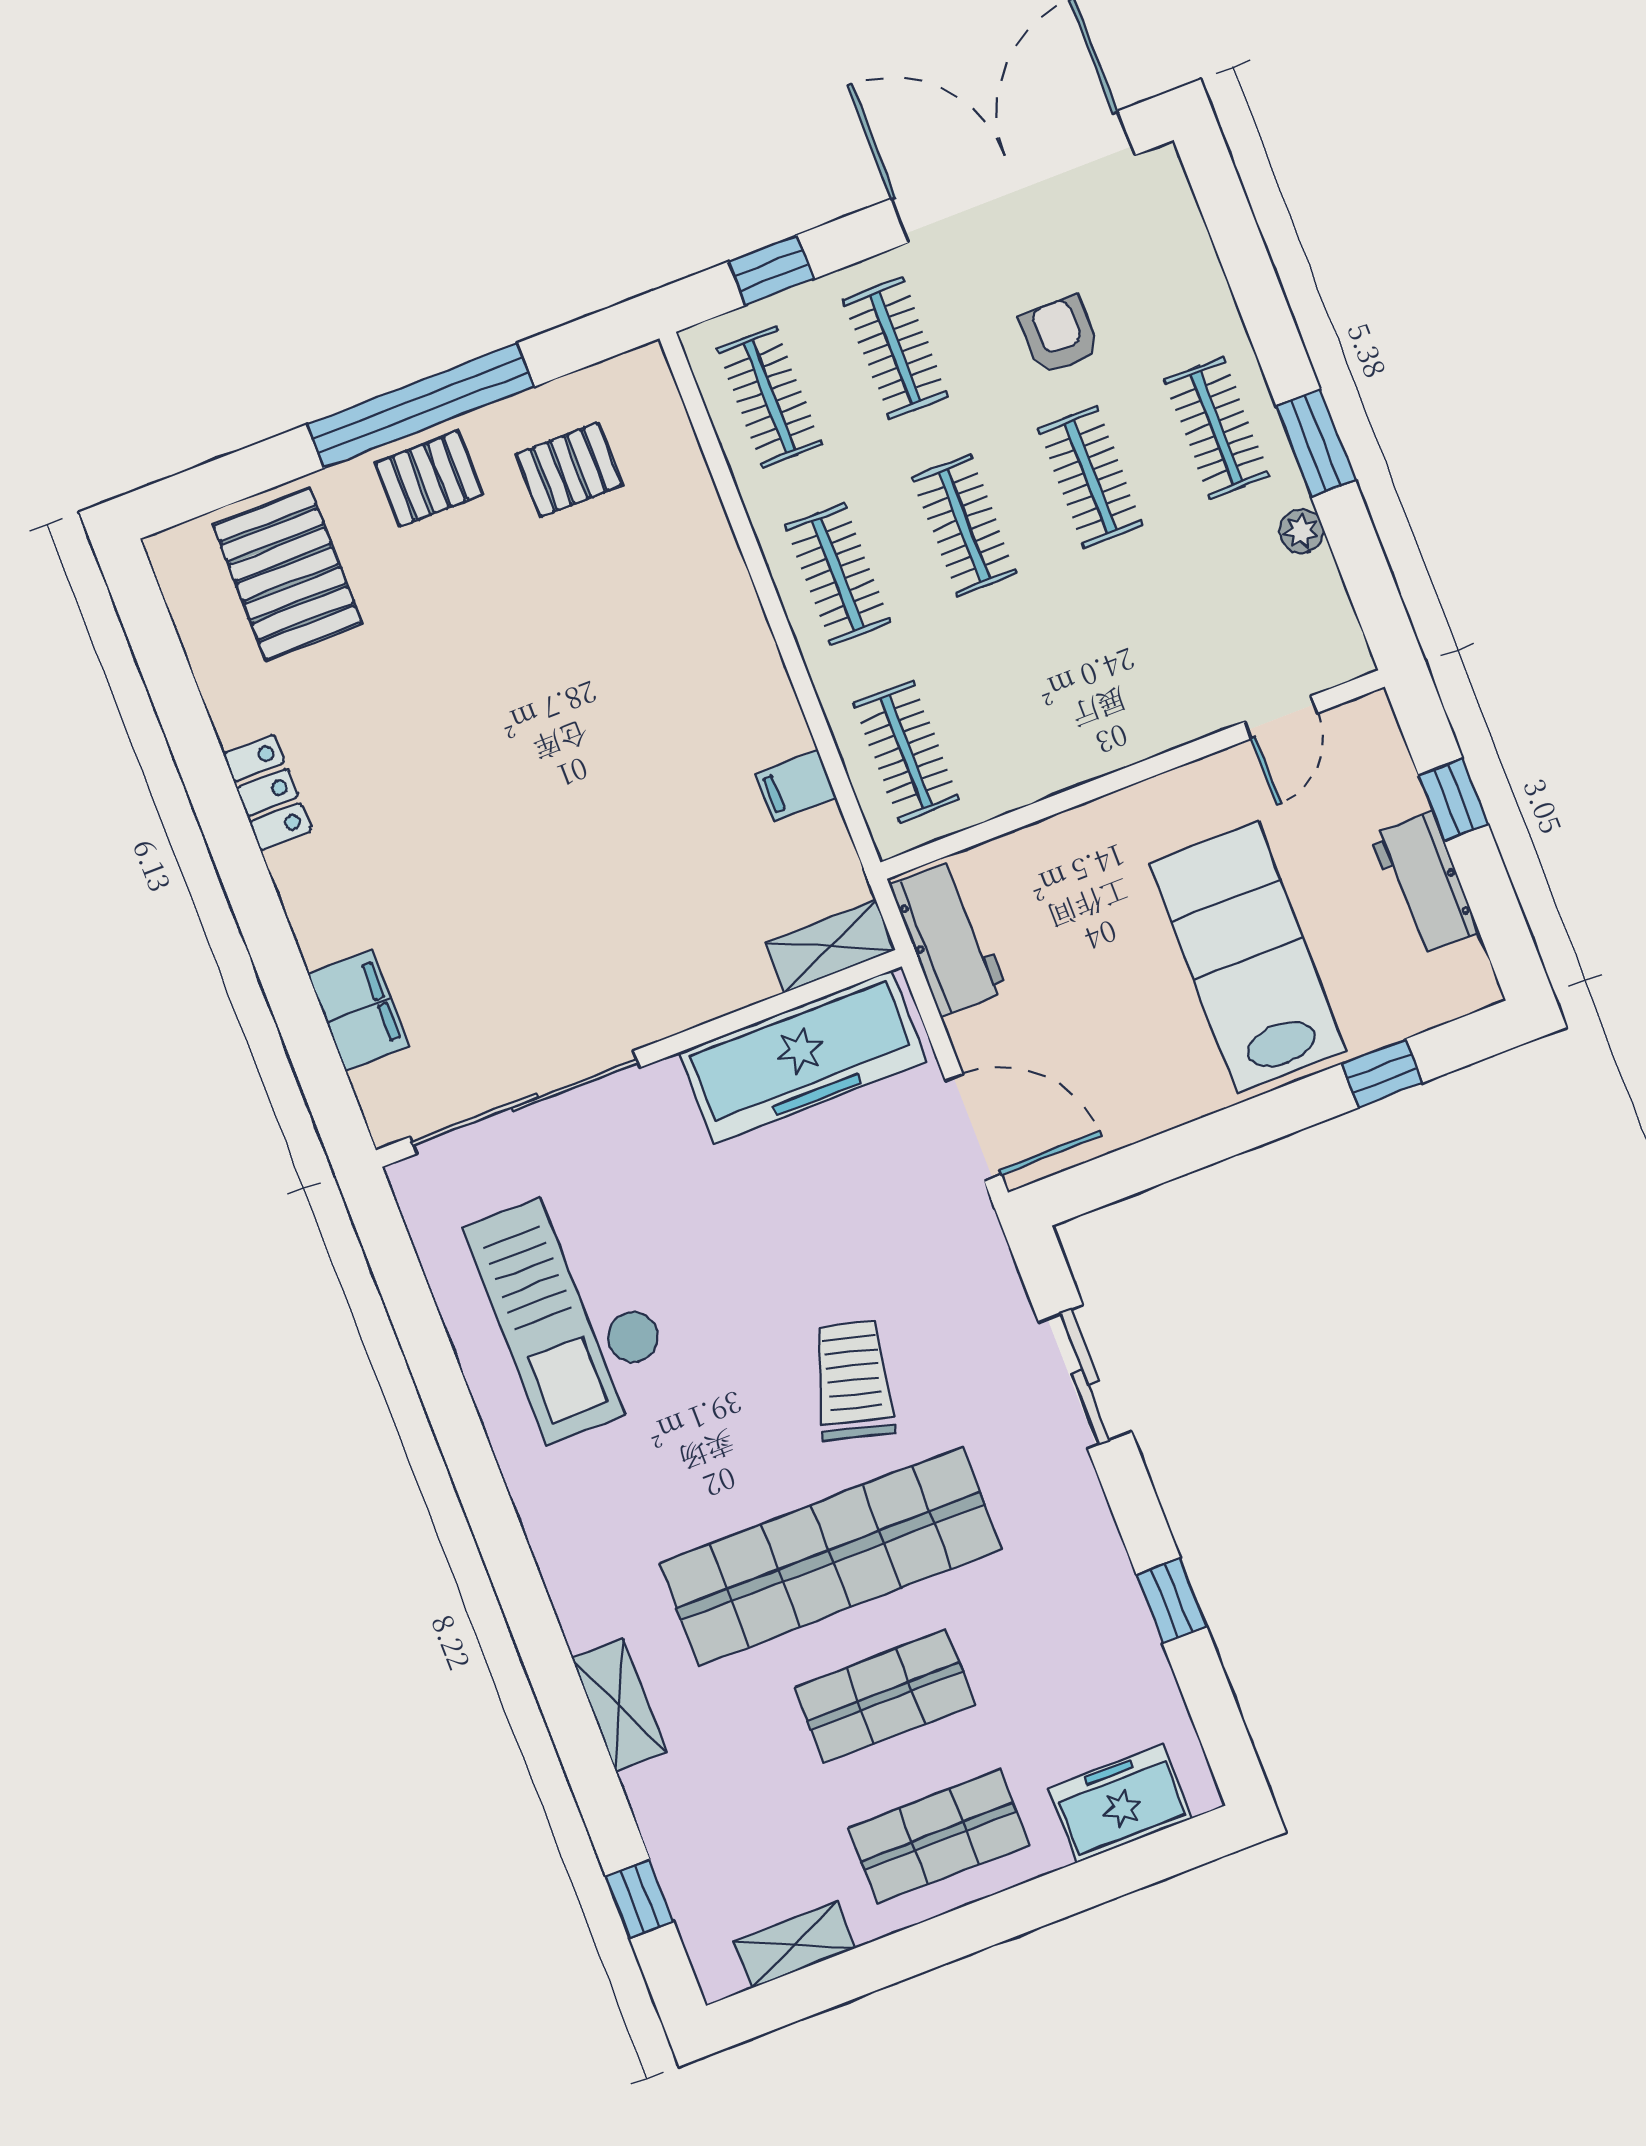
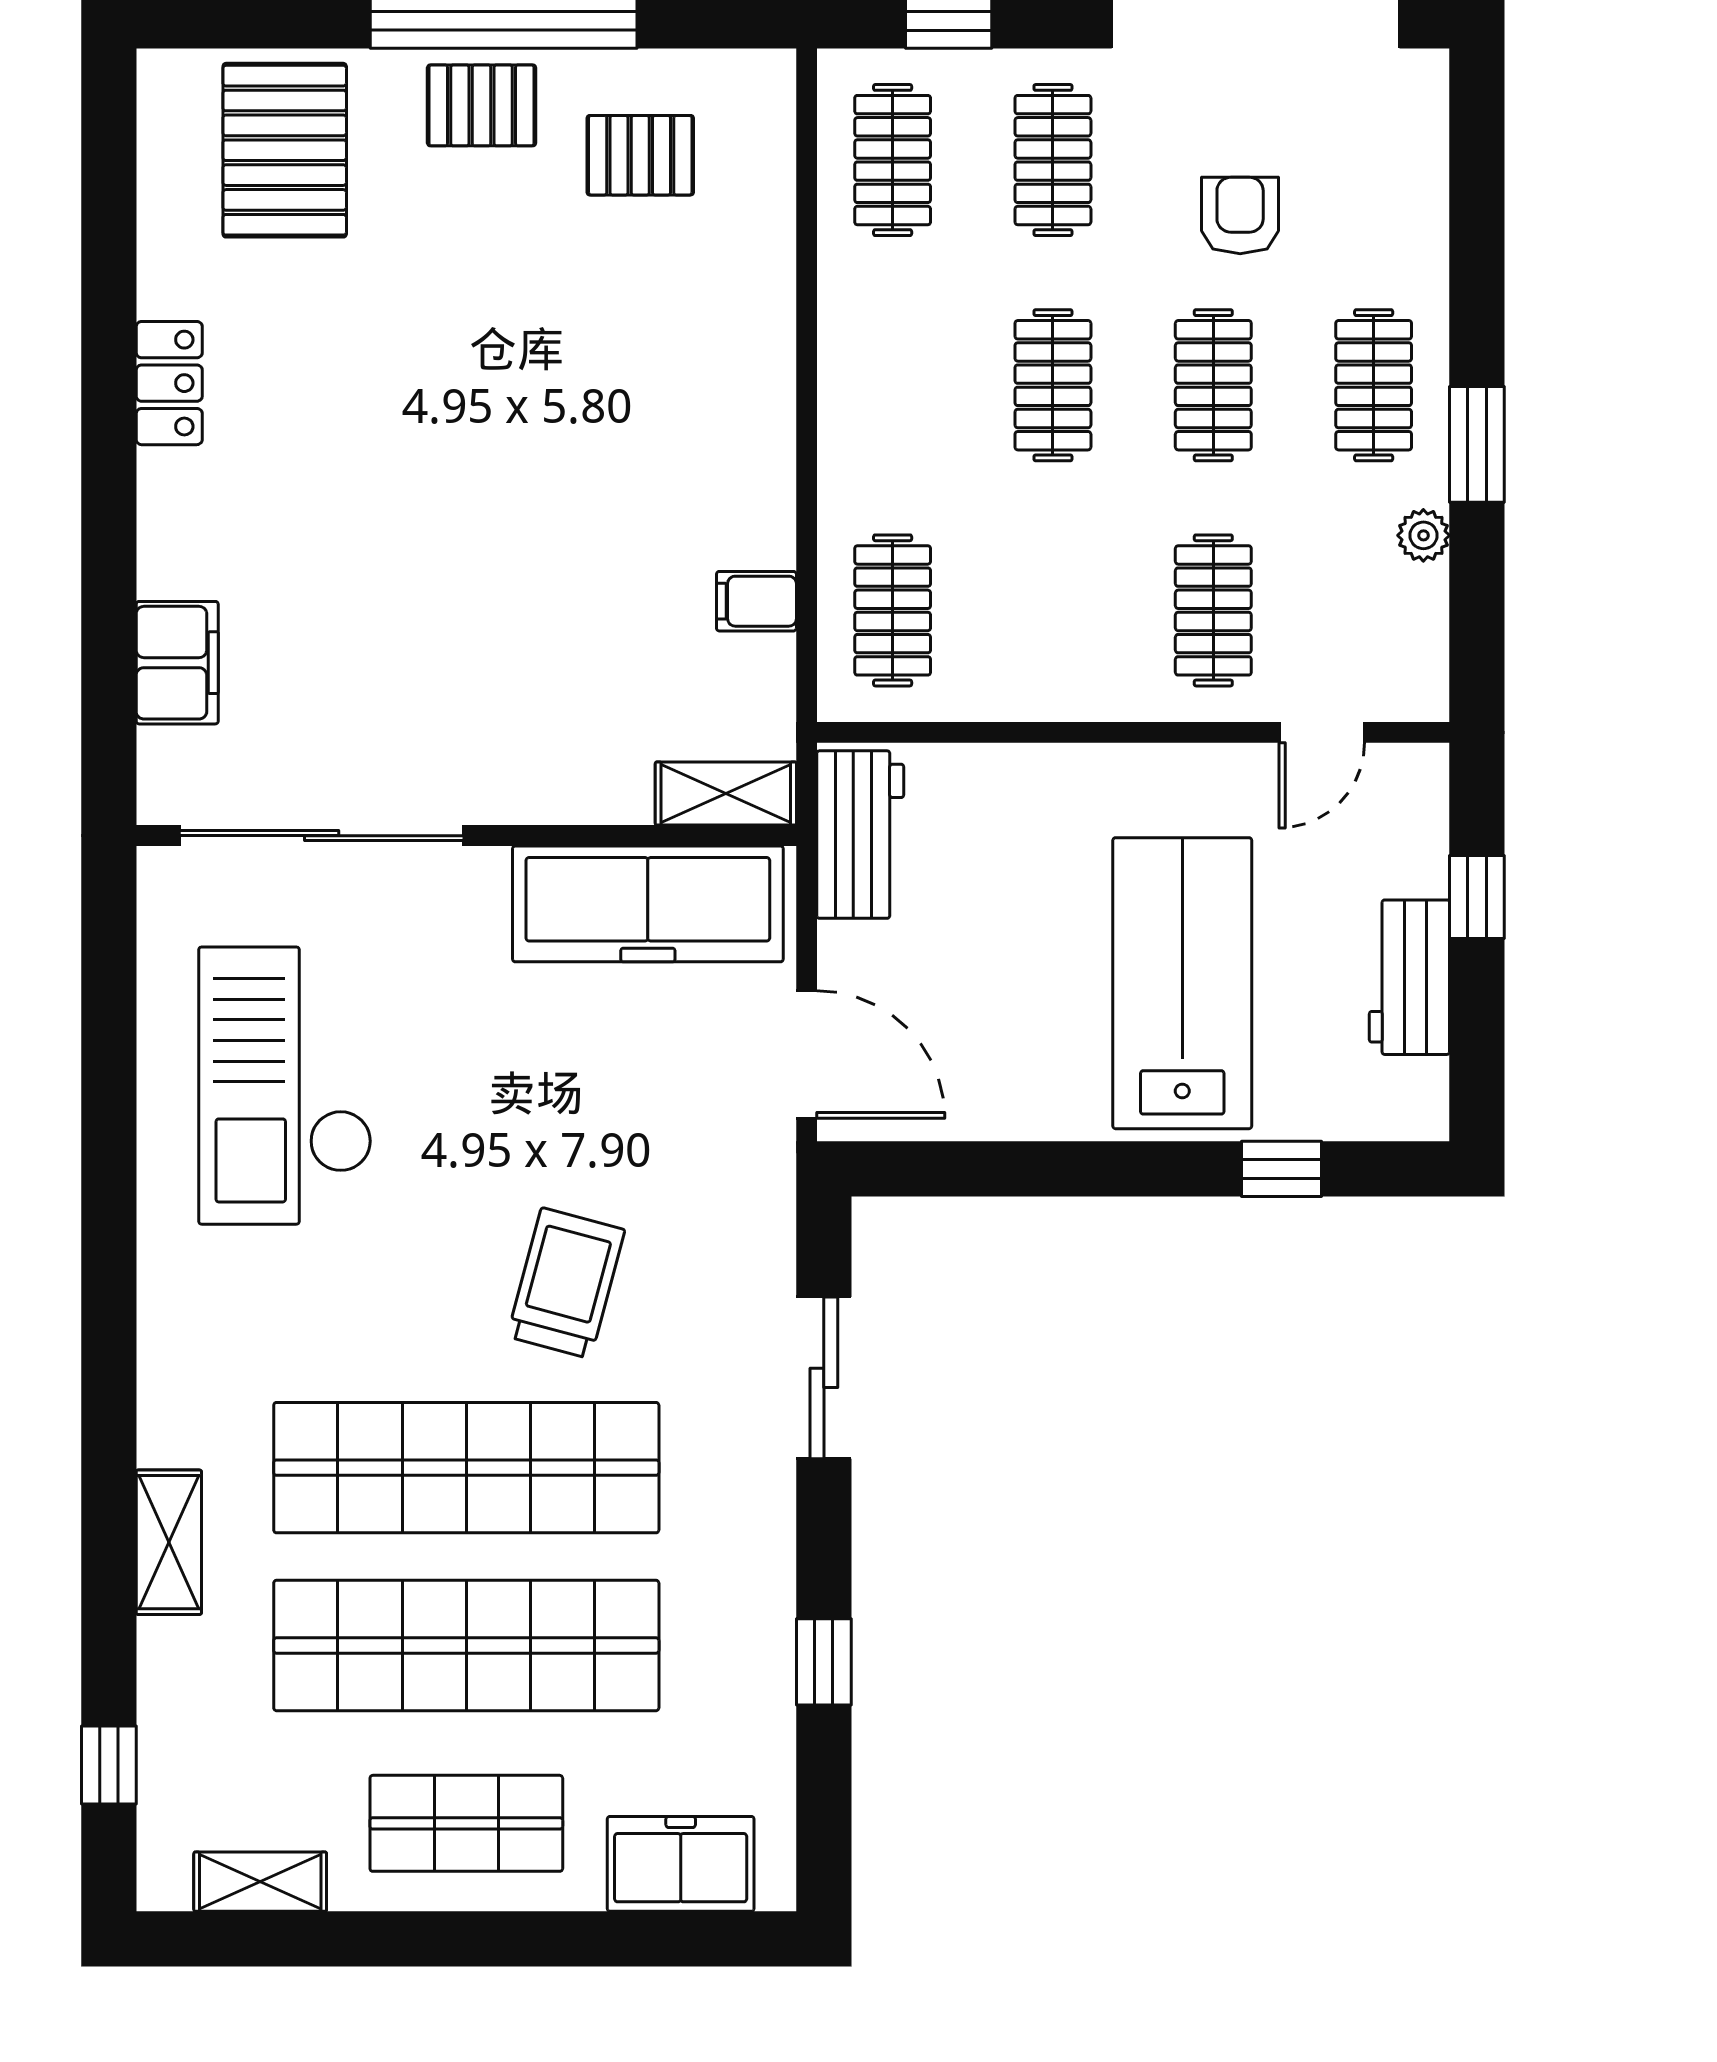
clothes rail: (838, 574) -> (1213, 610), moved
shop shelf: (885, 1696) -> (466, 1645), width x2.00, depth x1.36

